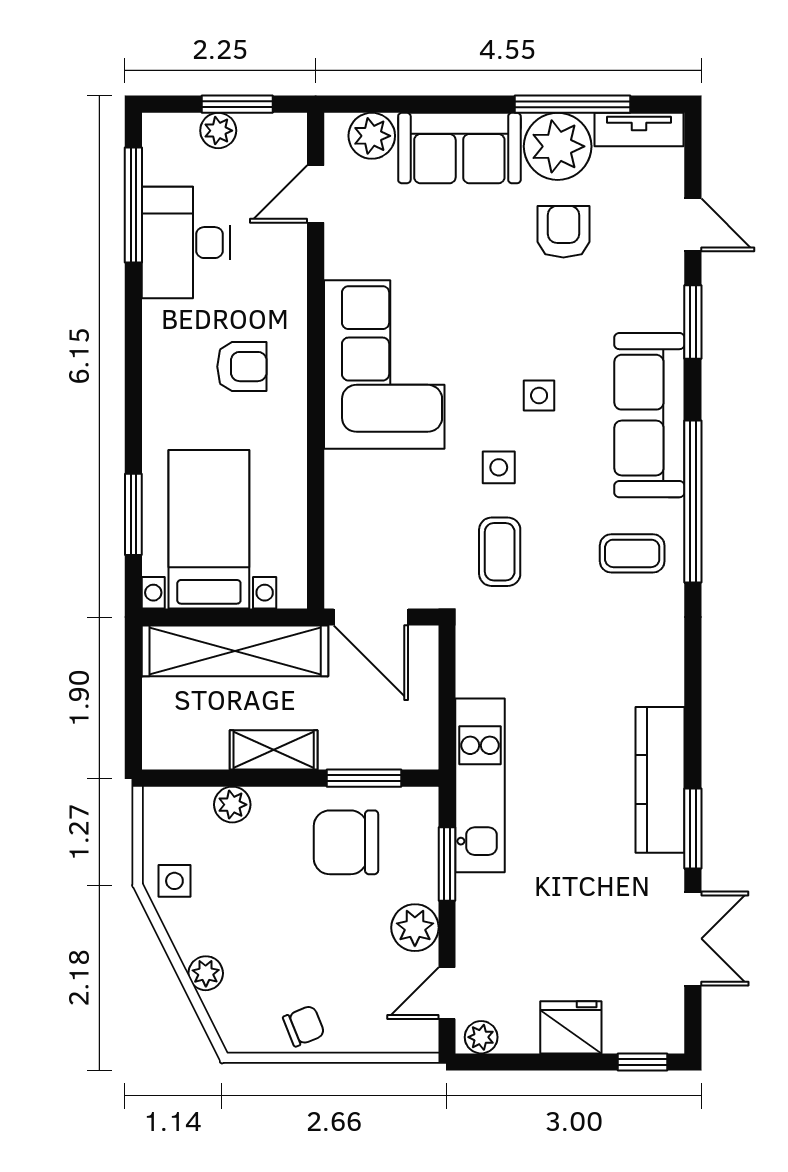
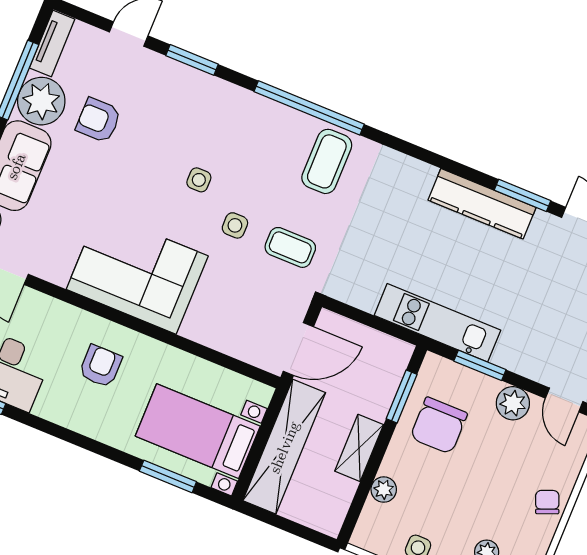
sofa: (649, 415) -> (241, 113), removed
coffee table: (632, 553) -> (327, 161), width x1.36, depth x1.30

